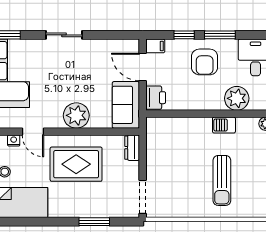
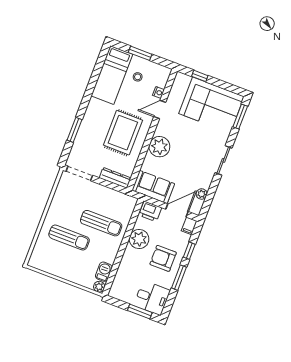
plant: (113, 46) -> (202, 194), added
plant: (237, 98) -> (139, 239), moved
barbecue: (224, 125) -> (104, 272), moved
dresser: (132, 148) -> (115, 178), width x1.44
sun lounger: (191, 150) -> (101, 223), added
sun lounger: (222, 180) -> (69, 238), turned 180

